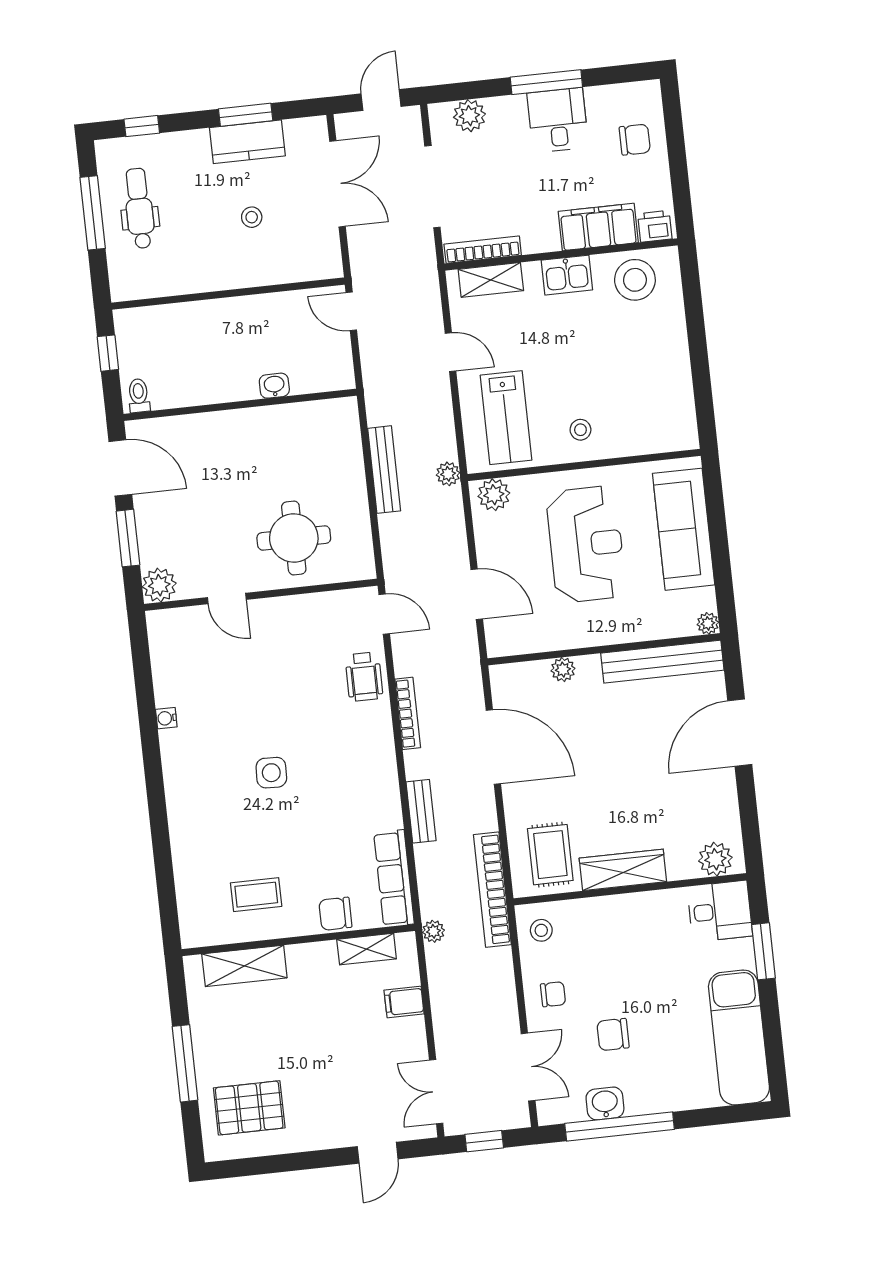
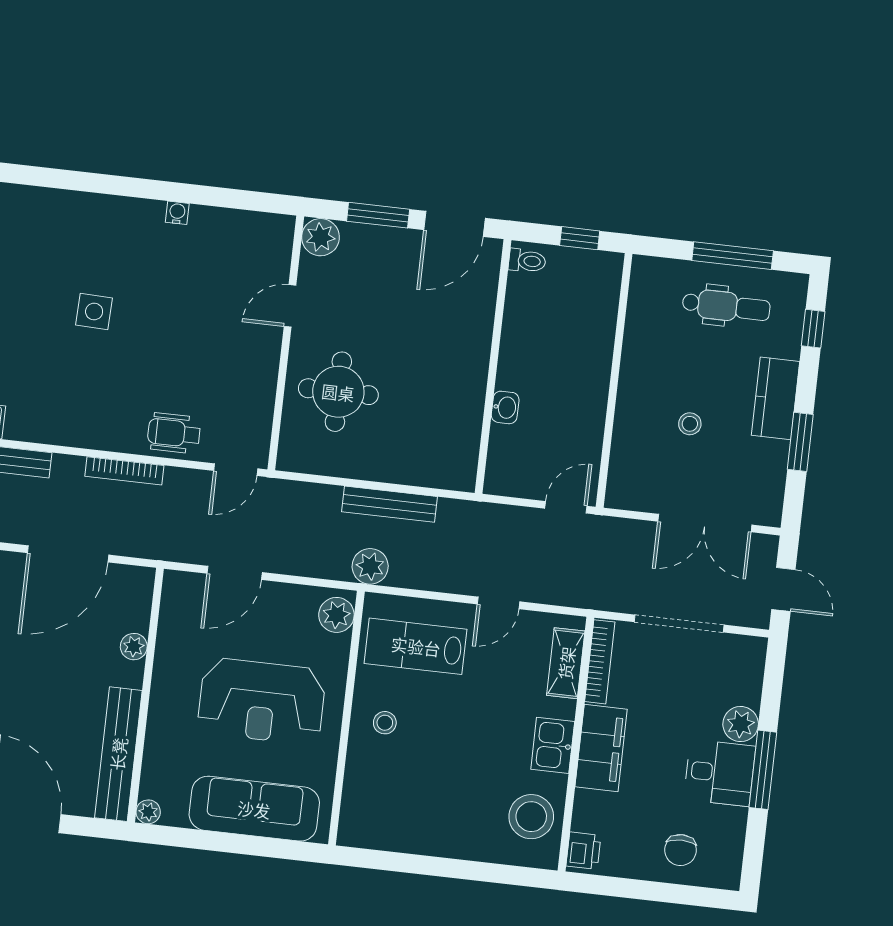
plant: (469, 116) -> (741, 724), moved
kitchen counter: (247, 142) -> (776, 398), moved
filing cabinet: (598, 227) -> (601, 748), moved
plant: (448, 474) -> (370, 566), width x1.38, depth x1.38

